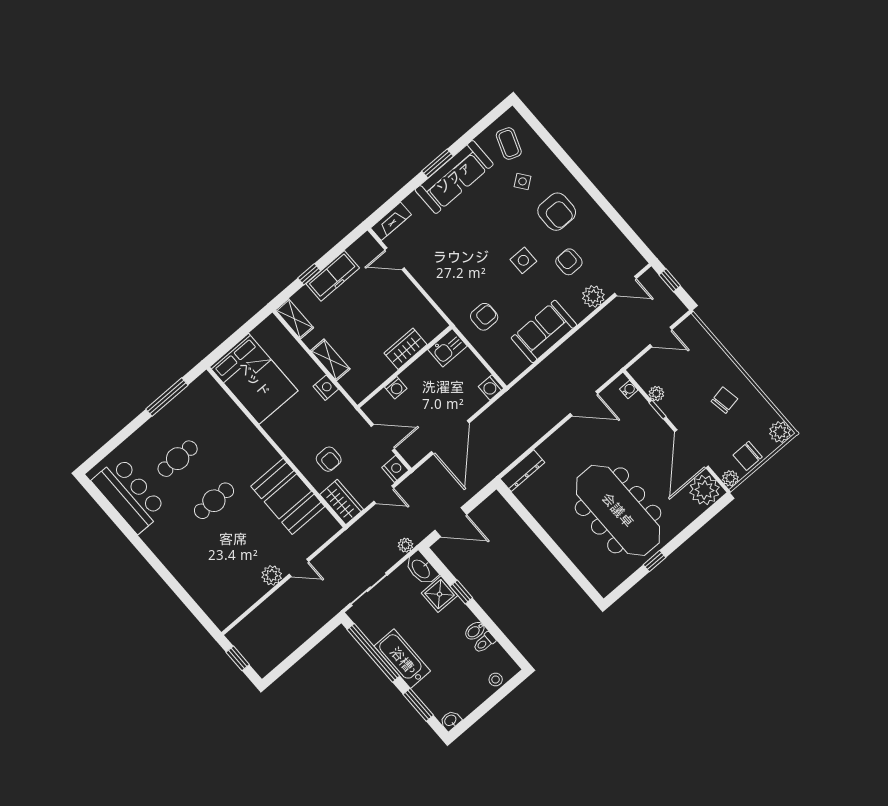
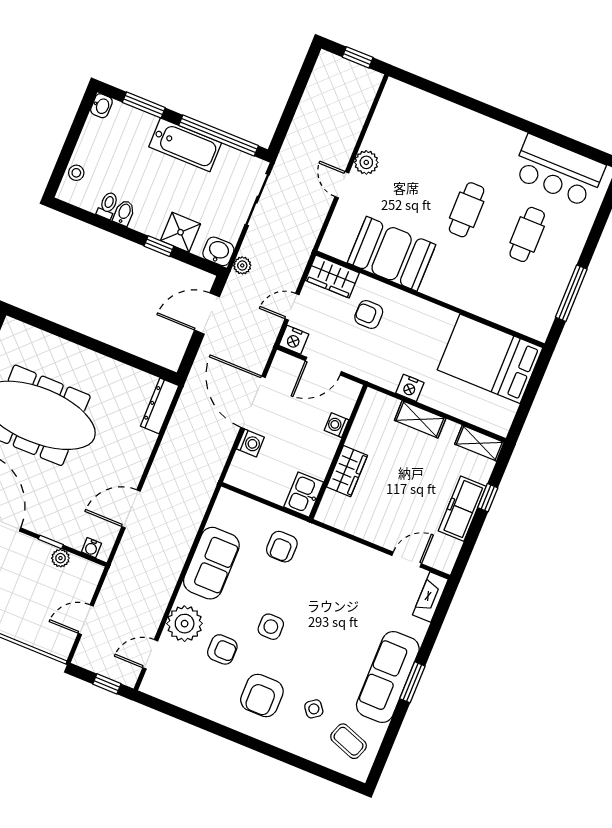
armchair: (557, 212) -> (262, 695), turned -90
plant: (593, 296) -> (185, 624), width x1.36, depth x1.36
washing machine: (491, 387) -> (250, 443), moved, turned 90
door: (299, 568) -> (342, 185), hinge flipped
washbasin: (421, 569) -> (218, 251), width x0.72

